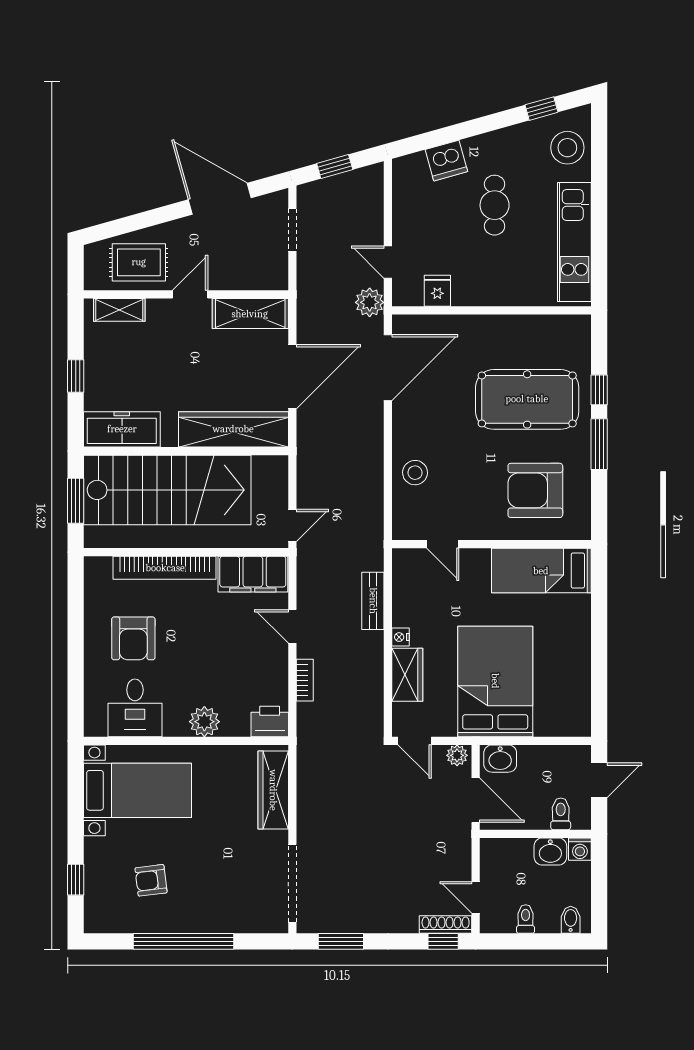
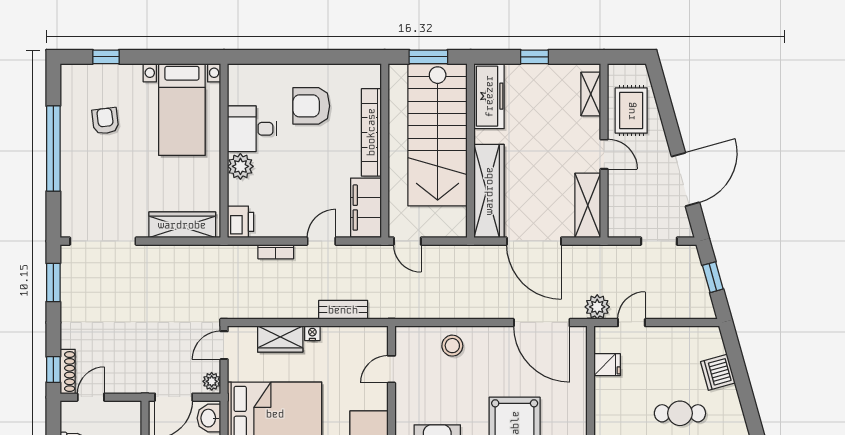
desk: (135, 708) -> (252, 129), moved

